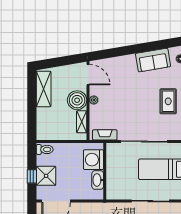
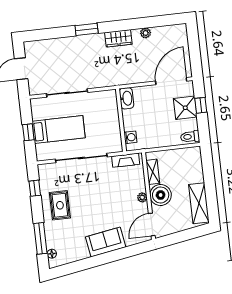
sofa: (153, 60) -> (106, 242), moved
door: (88, 75) -> (152, 225), hinge flipped
washing machine: (94, 160) -> (130, 137), width x0.53, depth x0.53
washbasin: (98, 180) -> (126, 98), moved

